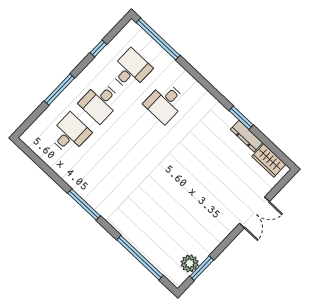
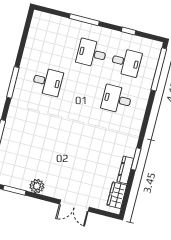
desk: (70, 134) -> (47, 82), moved
plant: (190, 263) -> (37, 186), moved

